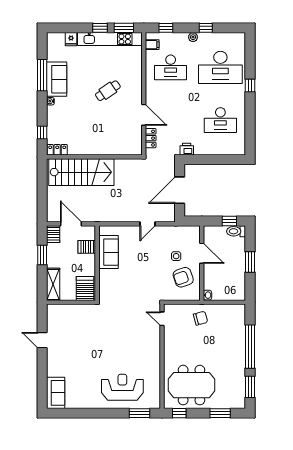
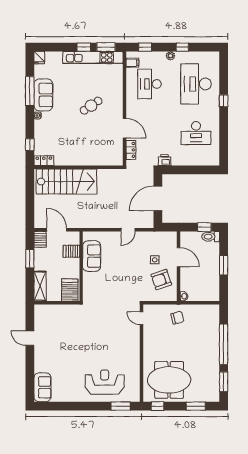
fridge: (71, 39) -> (39, 58), moved
desk: (171, 67) -> (150, 84), turned 90
desk: (220, 67) -> (196, 84), turned 90

